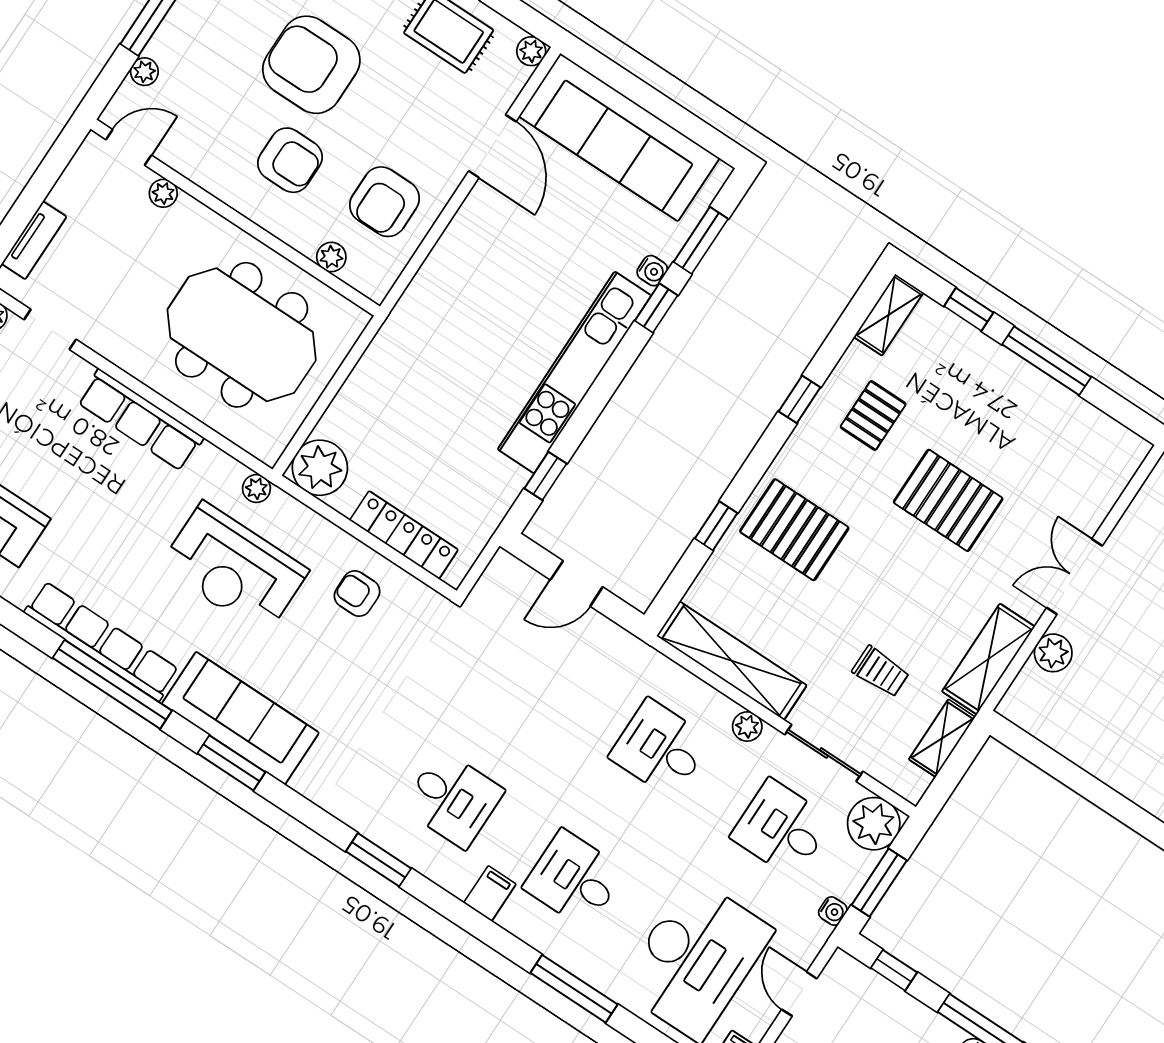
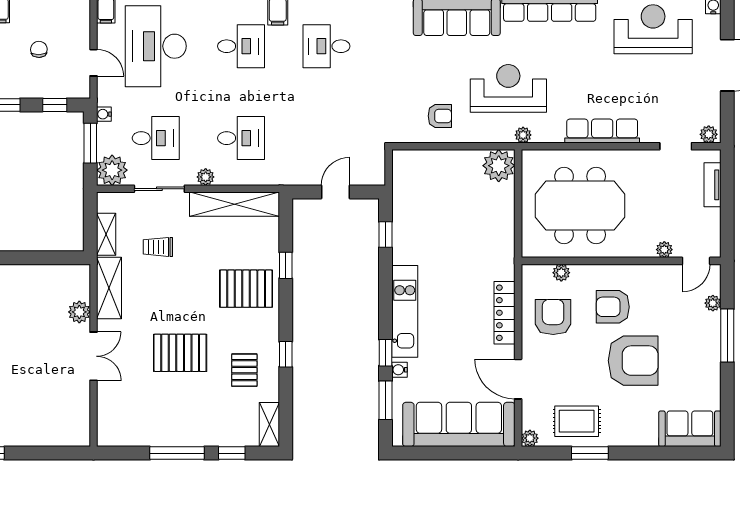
kitchen unit: (574, 372) -> (405, 311), width x0.73
locker: (404, 535) -> (505, 313), moved, turned 90

